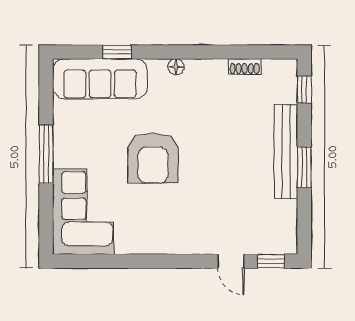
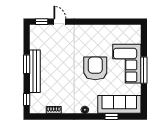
corner sofa: (83, 212) -> (127, 64), moved

